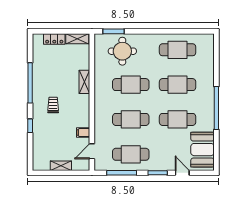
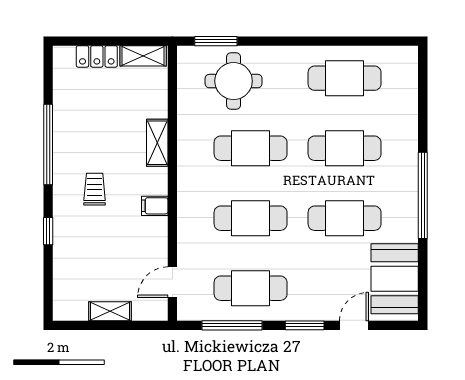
filing cabinet: (83, 133) -> (155, 206), moved
door: (182, 173) -> (354, 325), hinge flipped

